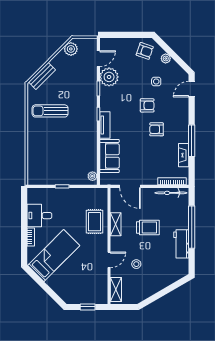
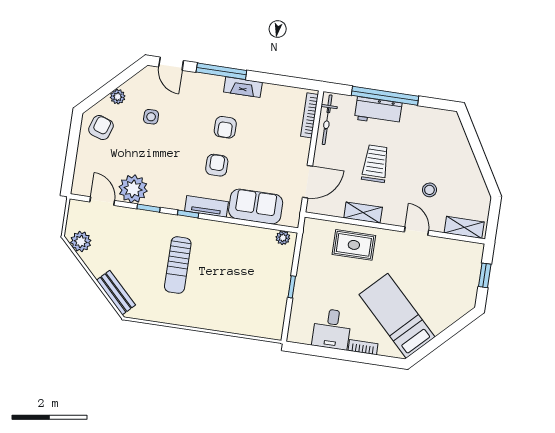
armchair: (147, 105) -> (217, 165), moved
sun lounger: (50, 111) -> (178, 265), moved
window: (192, 141) -> (221, 71), moved
fireplace: (184, 155) -> (243, 87), moved
workbench: (181, 244) -> (378, 111), moved

